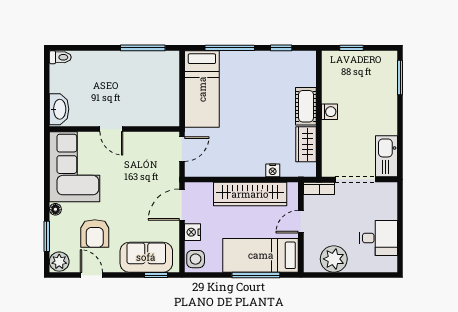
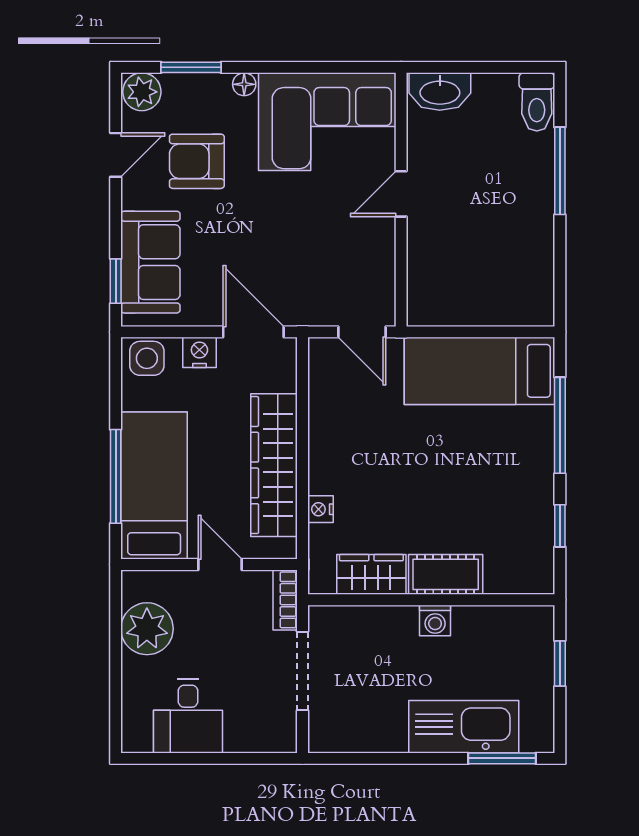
window: (143, 48) -> (560, 171), moved
toilet: (60, 57) -> (537, 102), width x1.37, depth x1.39
kitchen sink: (386, 156) -> (464, 727), moved, width x1.36, depth x1.24

